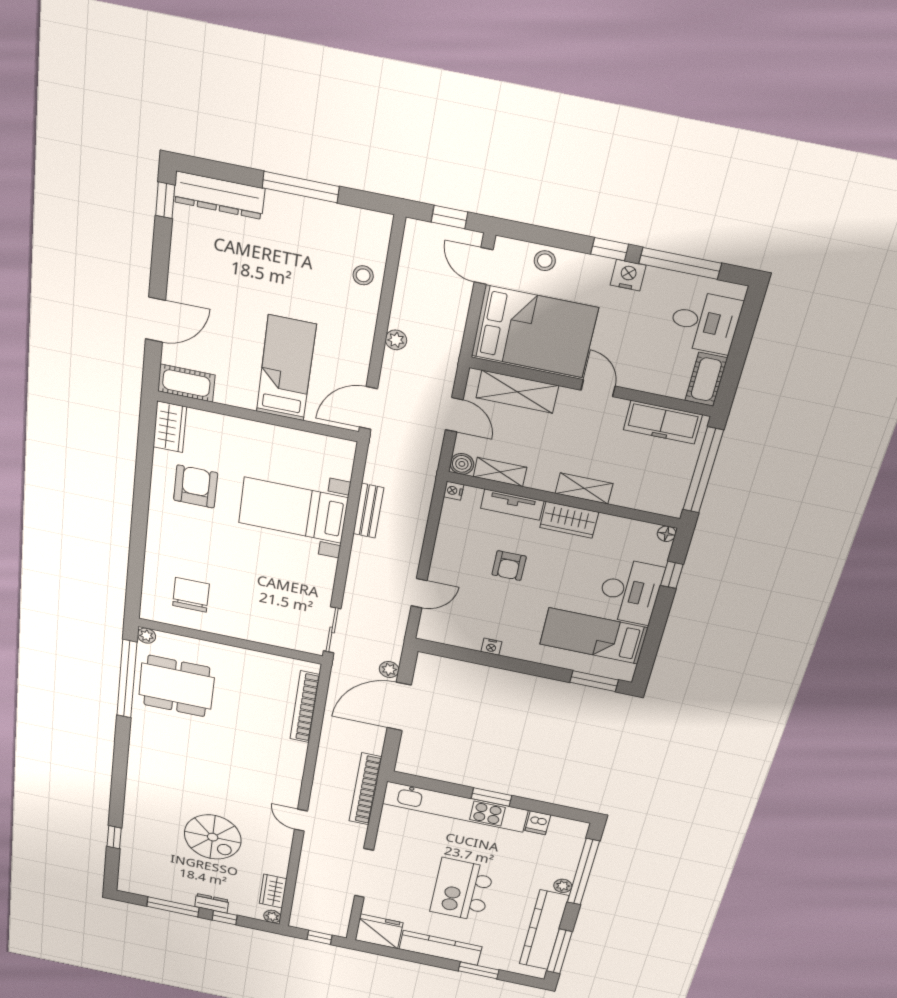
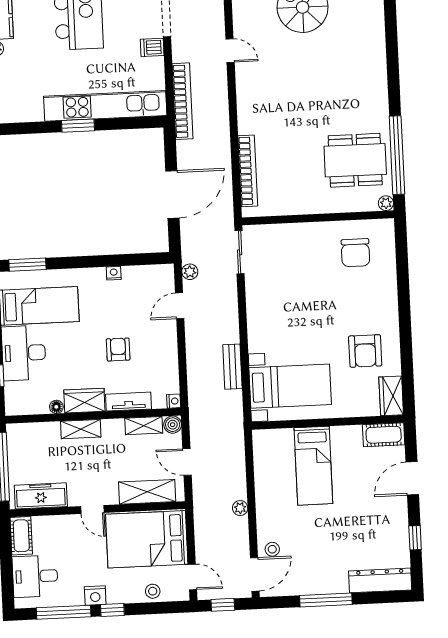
window: (165, 200) -> (415, 538), moved
door: (368, 408) -> (255, 574), moved
bed with nightstands: (293, 510) -> (290, 386), moved
floor lamp: (667, 534) -> (56, 407), moved
plant: (389, 669) -> (190, 272), moved
dishwasher: (538, 823) -> (152, 47), moved, turned -90

